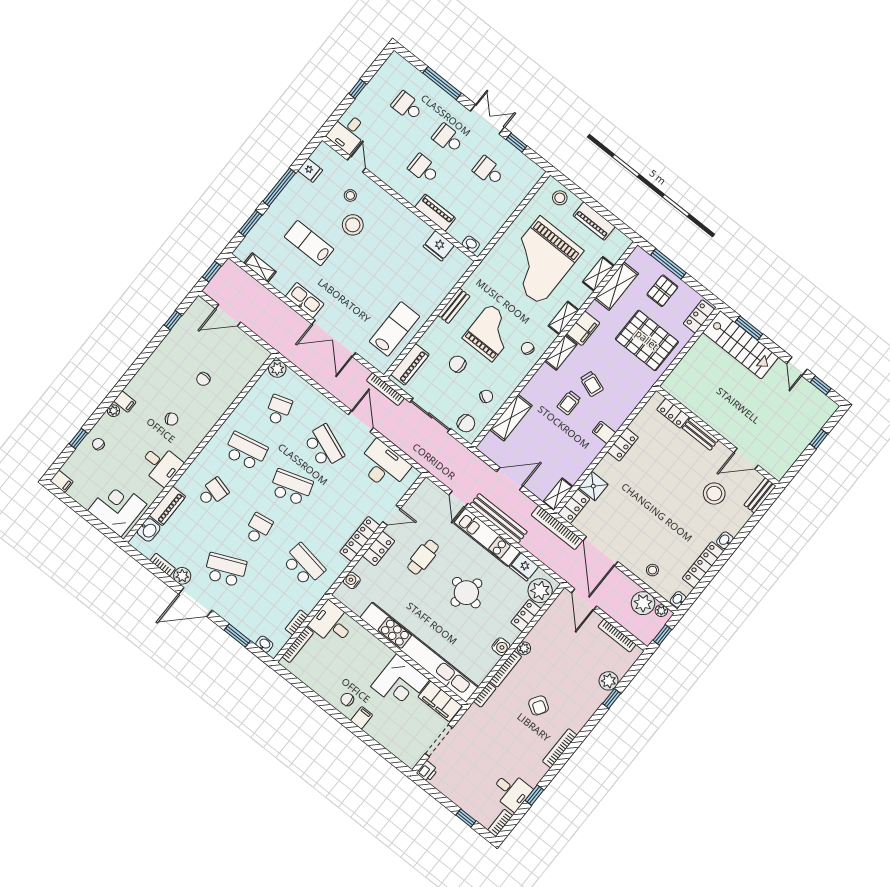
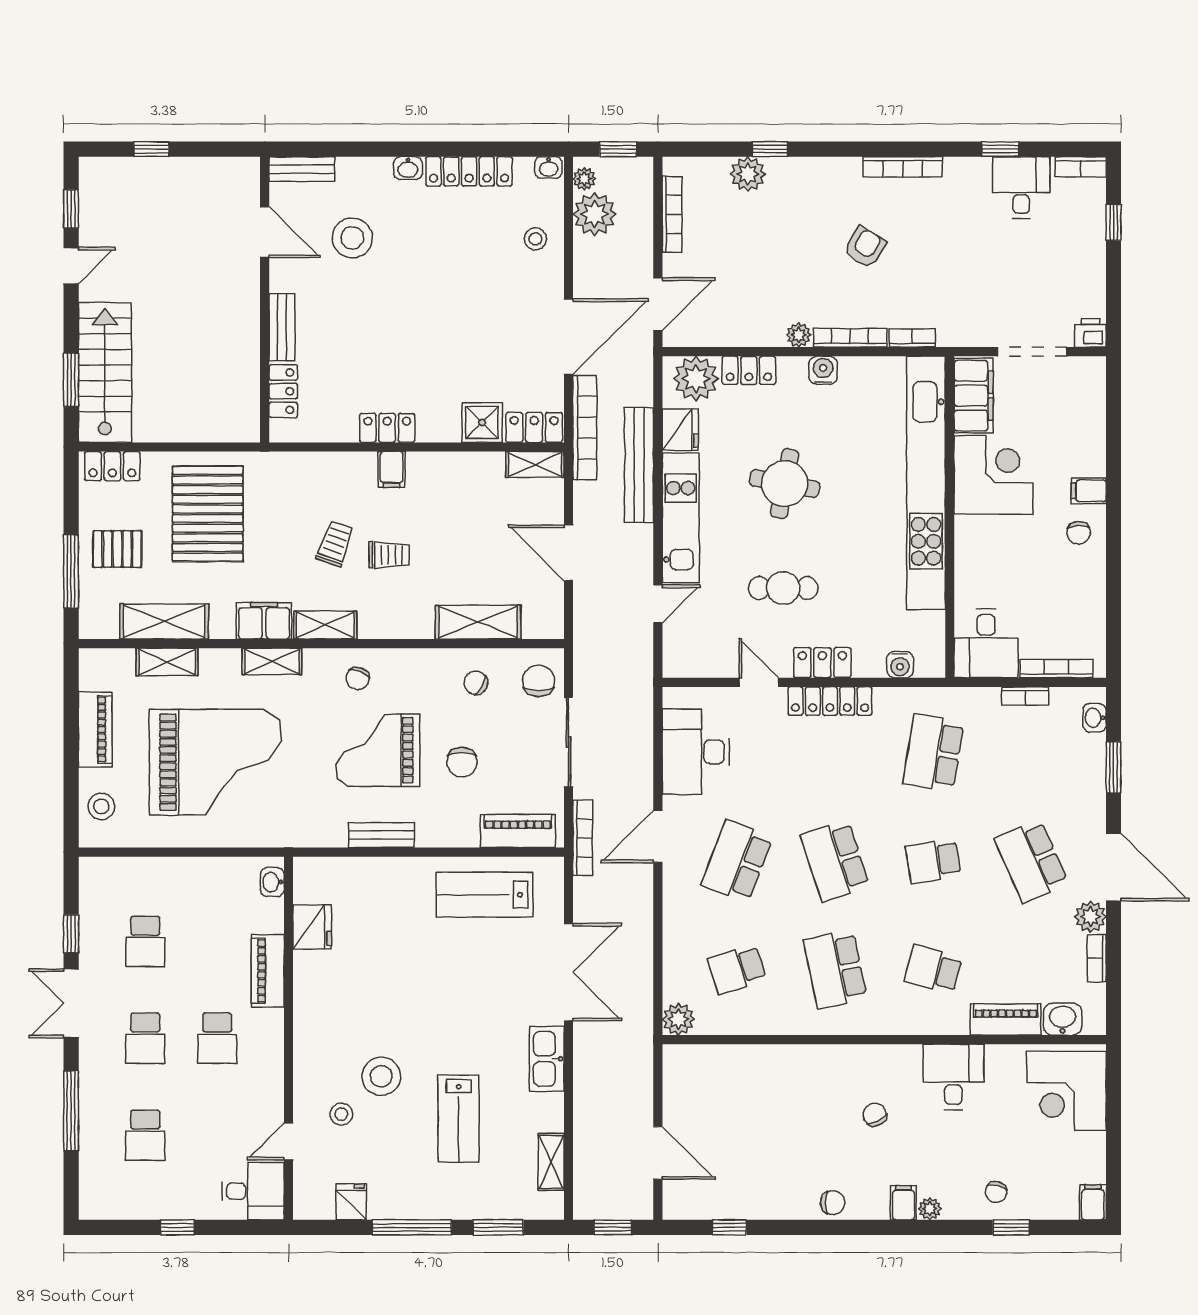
chair: (203, 379) -> (832, 1203), moved
bench: (499, 518) -> (639, 465), moved

